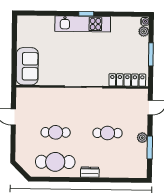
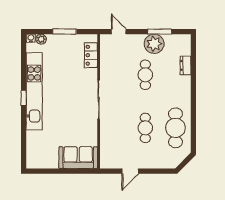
kitchen unit: (83, 24) -> (34, 91), width x1.36
locker: (127, 80) -> (91, 55), width x0.66
plant: (142, 138) -> (154, 44), width x1.87, depth x1.87
dresser: (90, 172) -> (186, 65), moved

